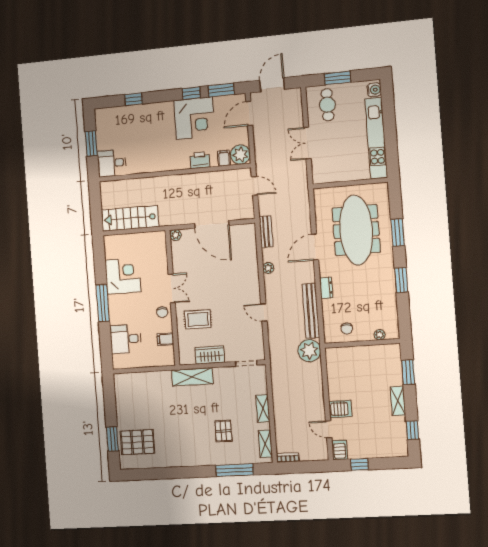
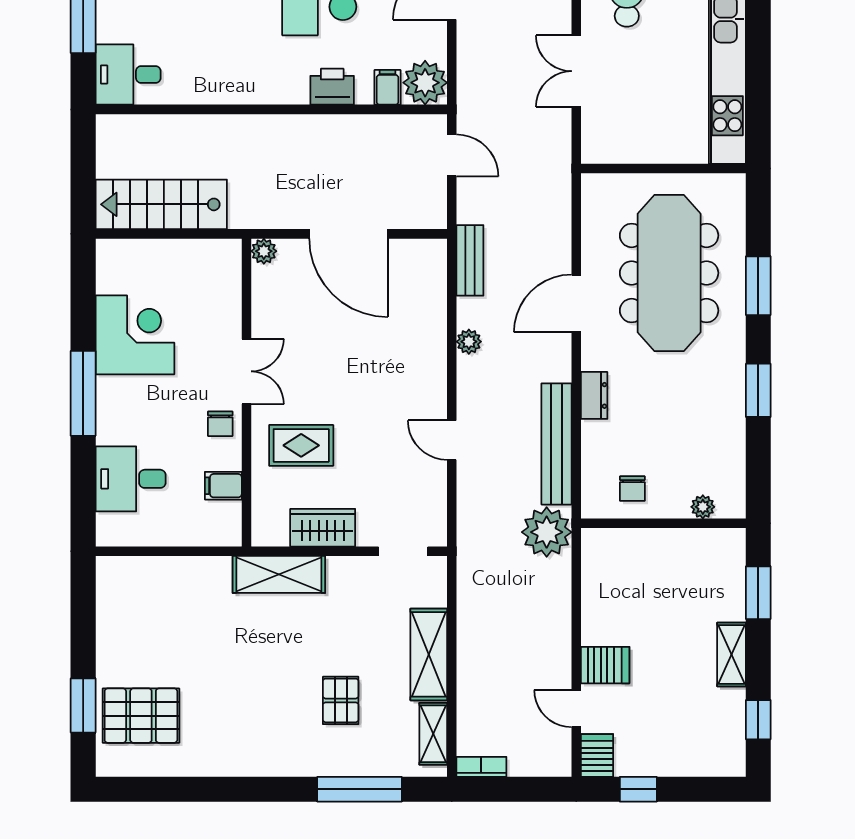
shelving: (263, 408) -> (429, 654), width x1.50, depth x1.33

